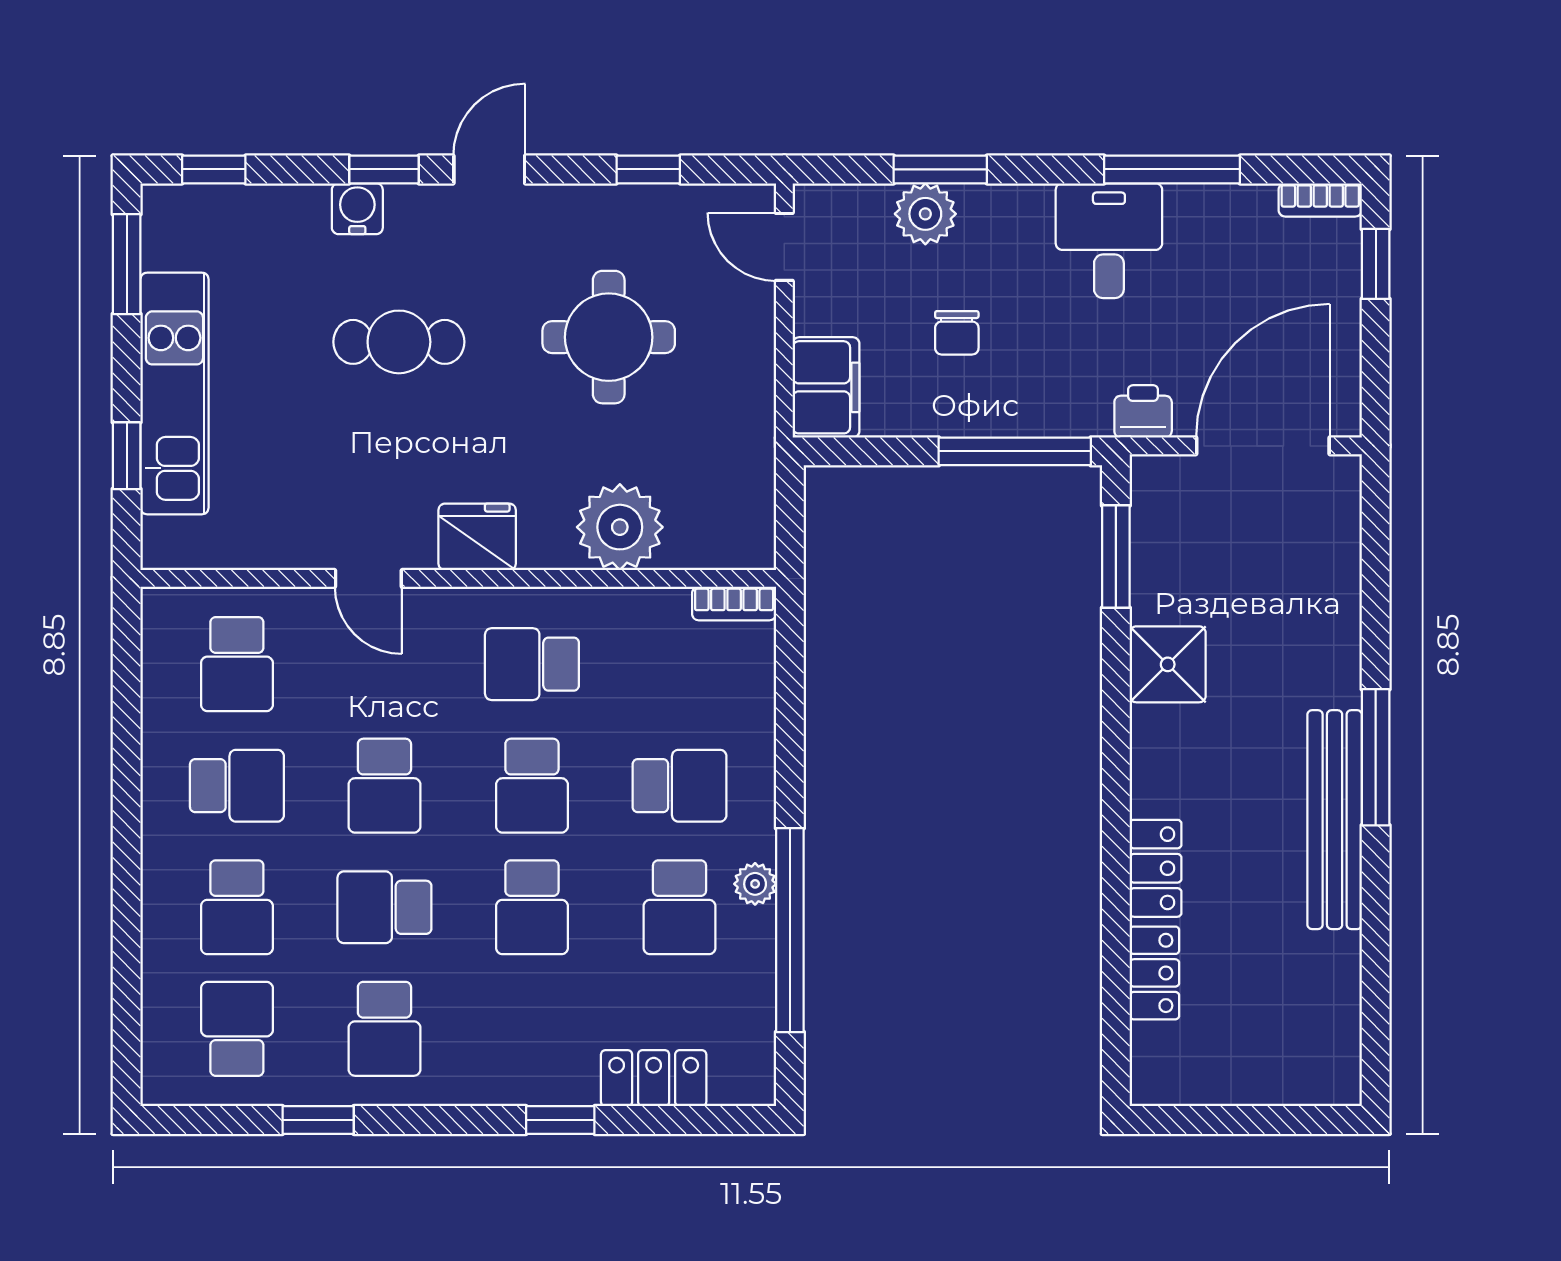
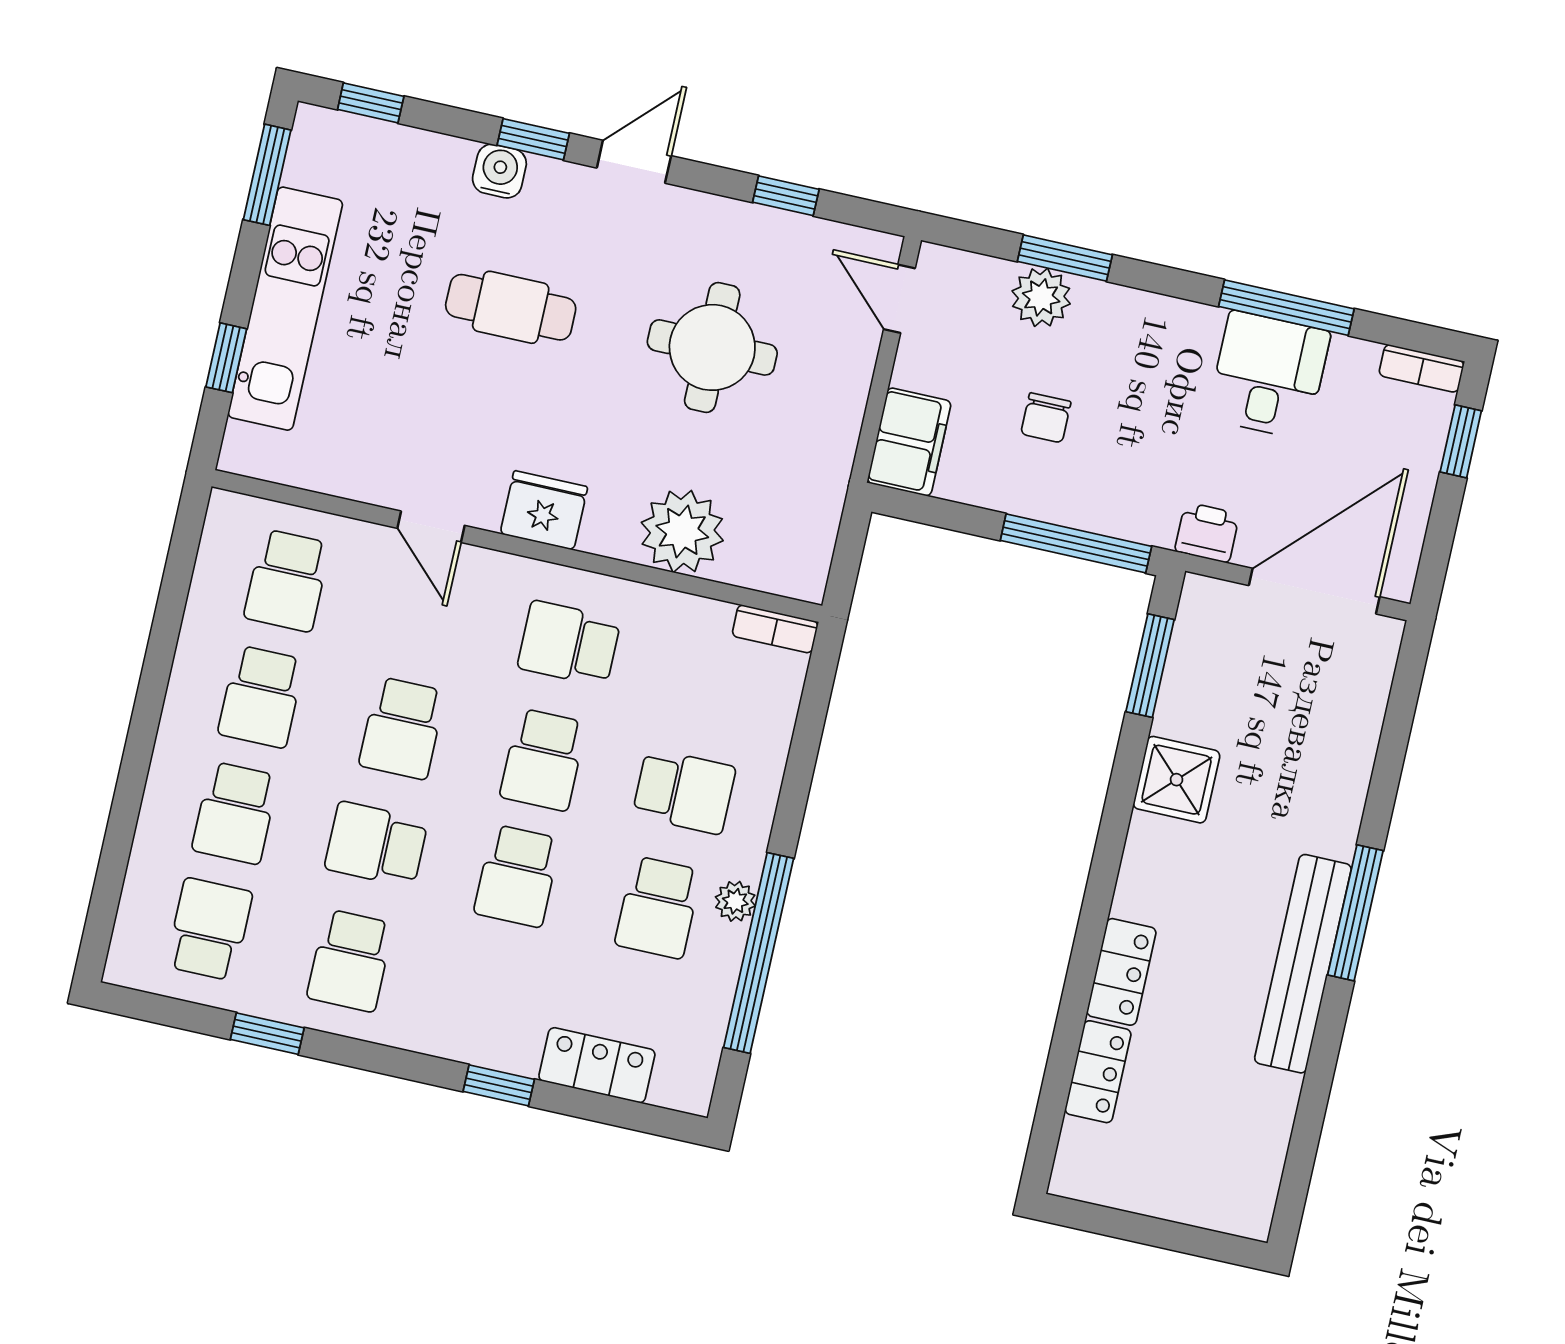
desk: (1109, 241) -> (1269, 375), moved
school desk: (237, 786) -> (261, 697), turned 90

